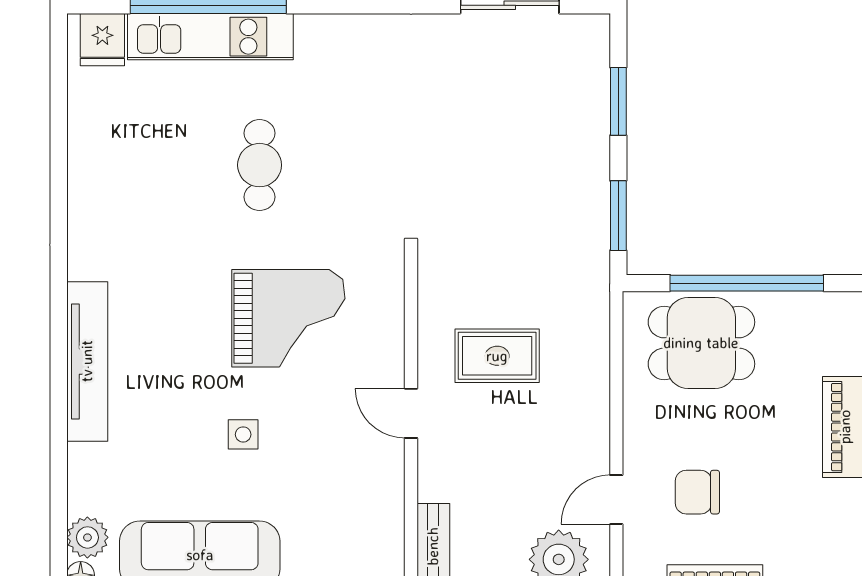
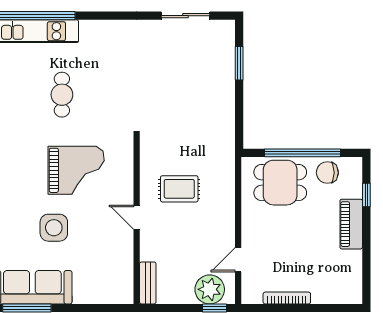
window: (618, 216) -> (239, 120), removed
side table: (243, 434) -> (54, 228), width x1.87, depth x1.87
chair: (697, 492) -> (327, 173), moved

